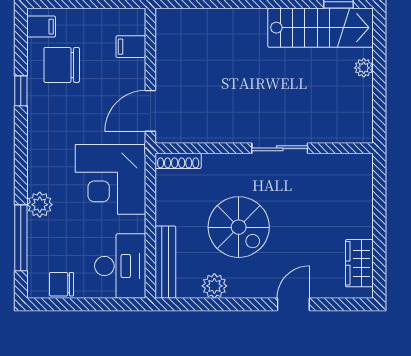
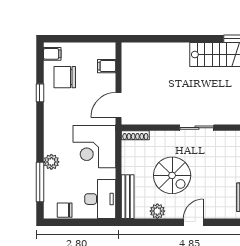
door: (293, 304) -> (193, 222), moved

